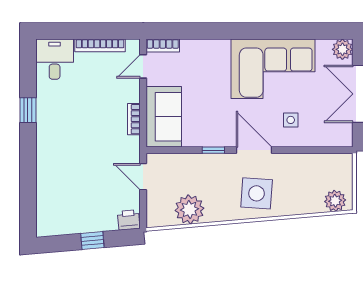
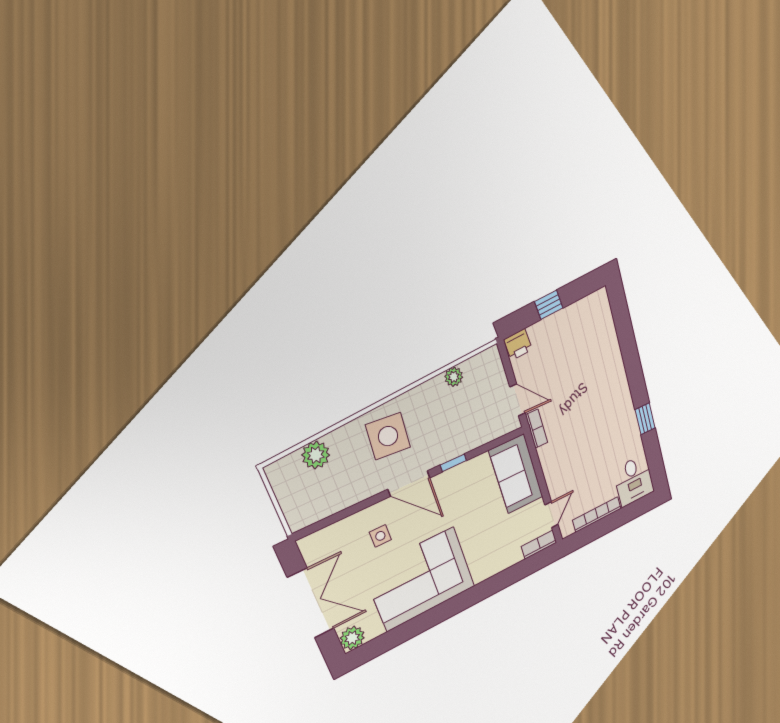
bookcase: (134, 119) -> (536, 429), moved
plant: (335, 201) -> (316, 455), moved
plant: (189, 209) -> (454, 377), width x0.53, depth x0.53

